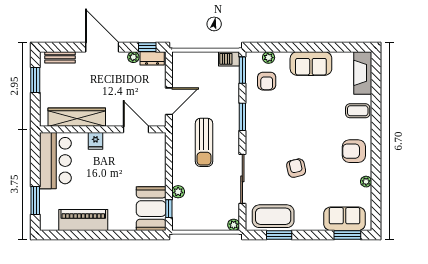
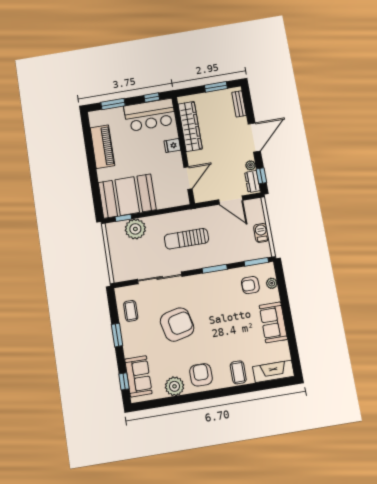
barbecue: (229, 59) -> (261, 233), moved
door: (169, 101) -> (231, 200), moved
window: (35, 155) -> (152, 98), added
armchair: (296, 168) -> (177, 324), width x1.88, depth x1.88
plant: (366, 182) -> (174, 386), width x1.88, depth x1.88
plant: (178, 192) -> (135, 229), width x1.88, depth x1.88
booth: (151, 209) -> (127, 196), width x1.36, depth x1.42
coffee table: (273, 216) -> (131, 311), width x0.54, depth x0.58
plant: (234, 225) -> (118, 277), removed
window: (279, 235) -> (117, 335), moved
window: (347, 235) -> (124, 381), width x0.67

